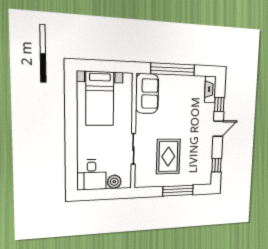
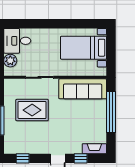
sofa: (147, 94) -> (83, 89), width x1.36

